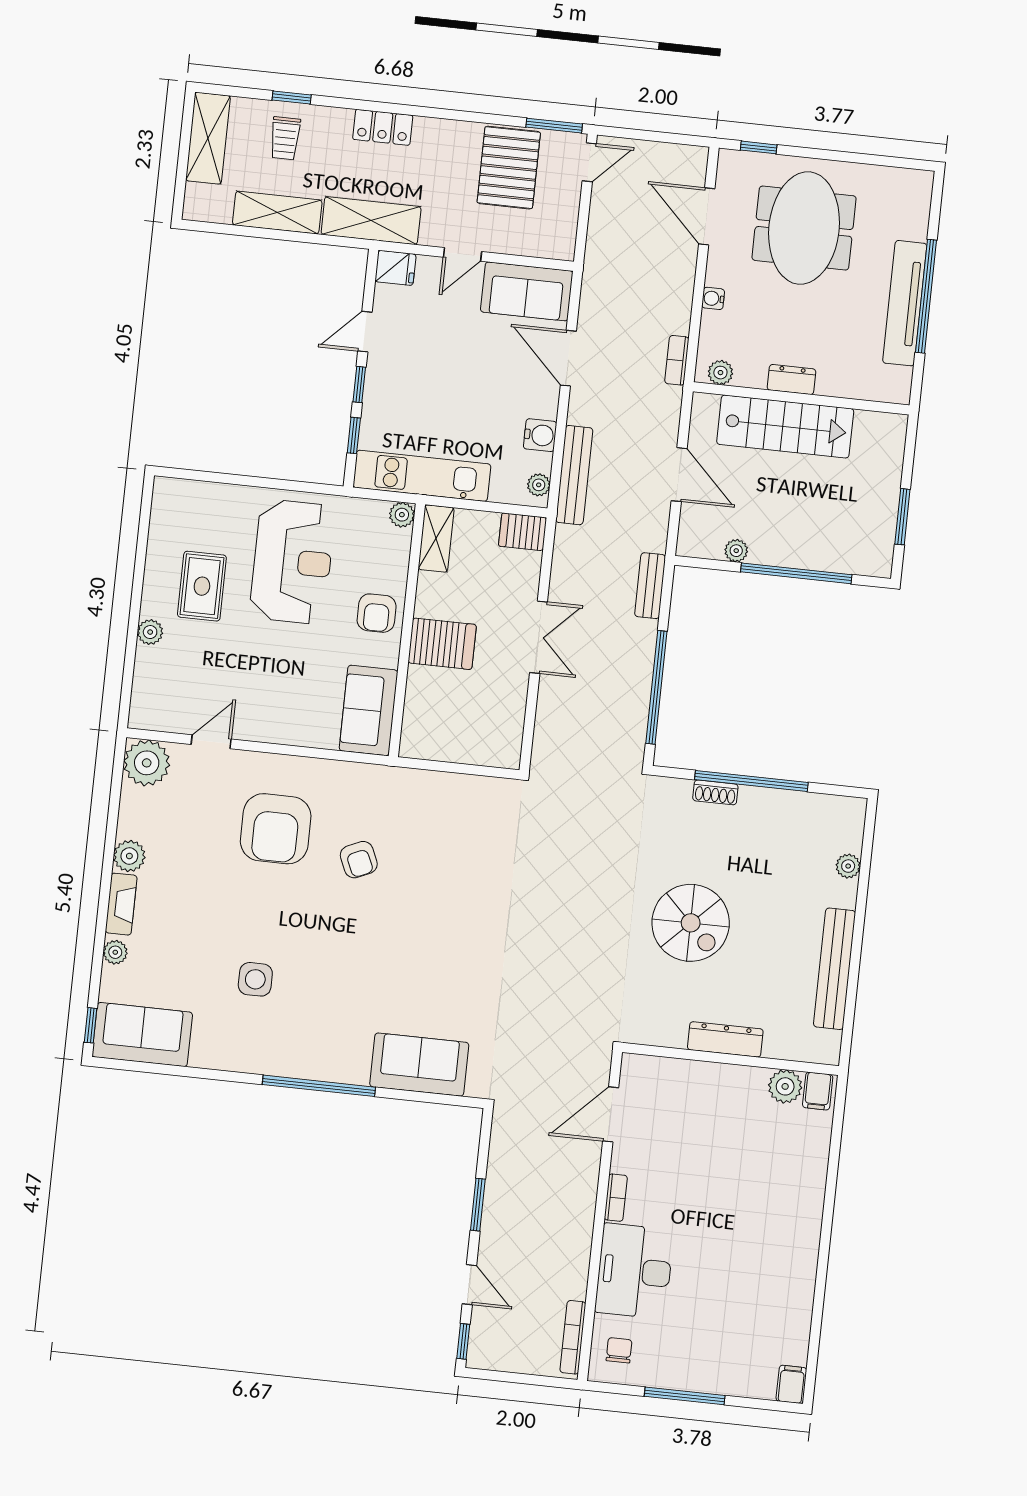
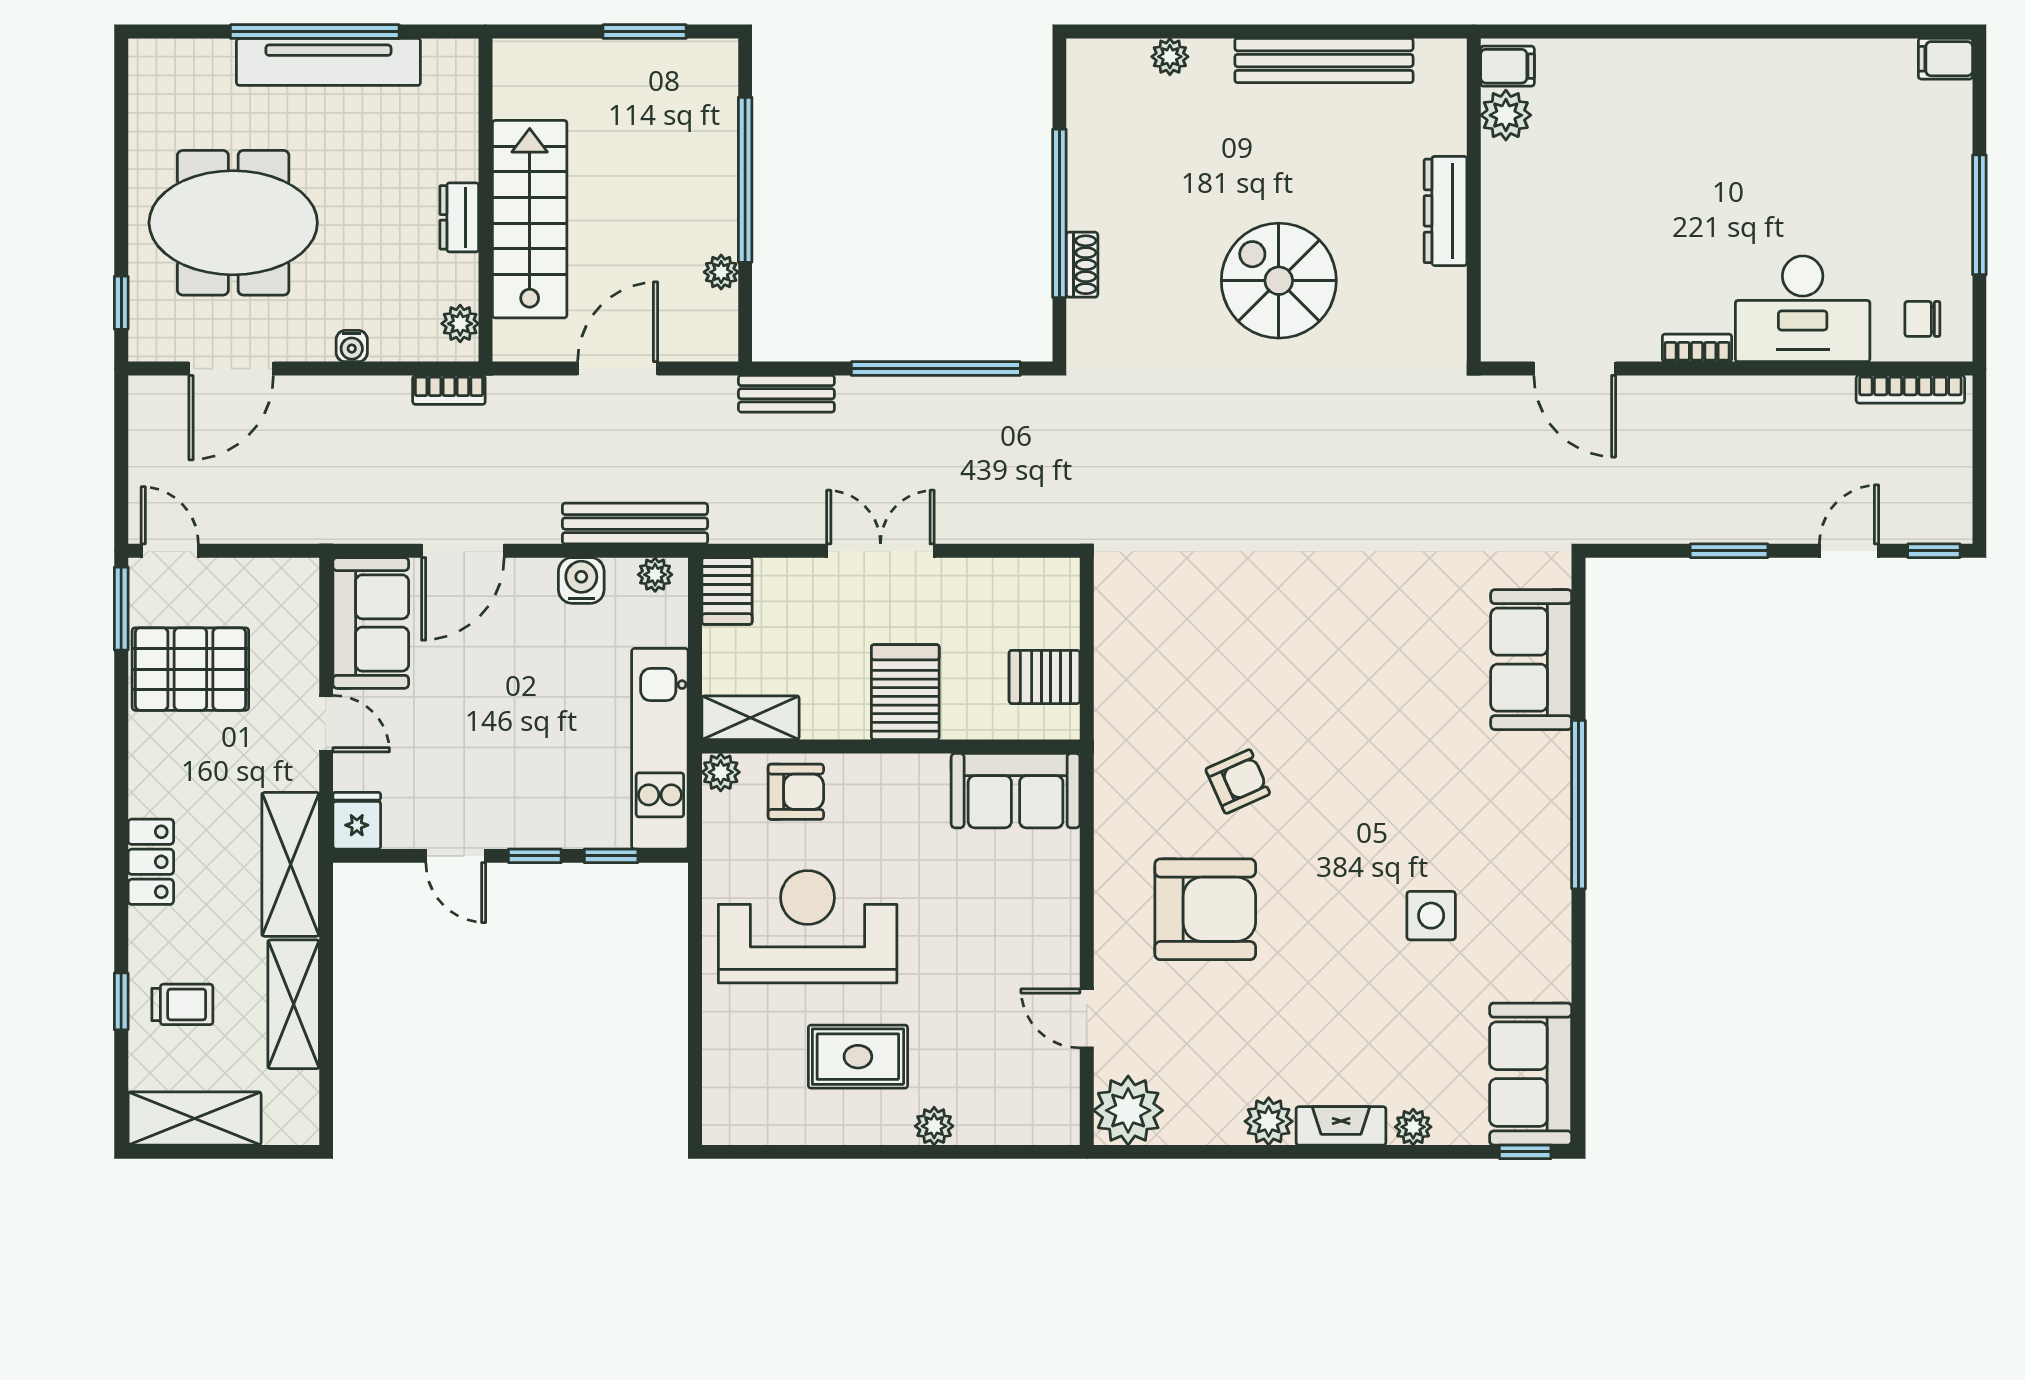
armchair: (377, 613) -> (796, 792), moved
server rack: (442, 738) -> (1045, 677), added
spiral stairs: (691, 923) -> (1279, 281), turned -90

